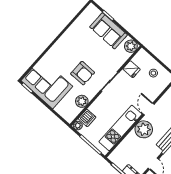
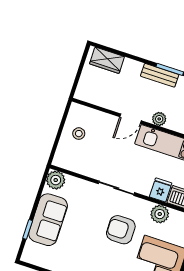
fridge: (132, 69) -> (161, 190), moved
armchair: (83, 73) -> (121, 230), turned -90
plant: (144, 129) -> (159, 119), width x0.53, depth x0.53

